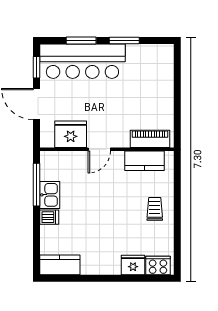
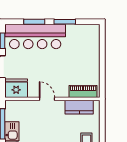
fridge: (71, 134) -> (16, 88), moved
door: (99, 149) -> (47, 99), swing flipped

